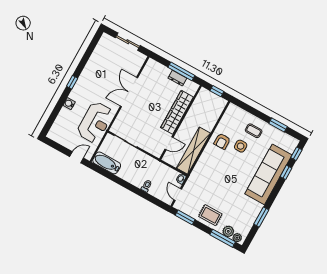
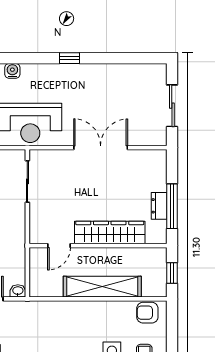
water cooler: (69, 104) -> (12, 71), moved
armchair: (222, 141) -> (147, 313), moved
door: (169, 143) -> (59, 246), hinge flipped
shelving: (194, 151) -> (102, 287), moved

